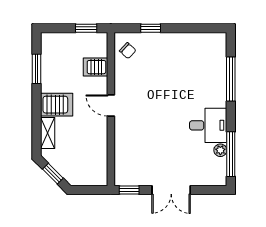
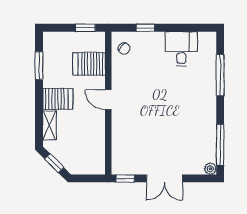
server rack: (95, 67) -> (89, 64), width x1.36, depth x1.44
desk: (208, 125) -> (181, 49), moved, turned -90
plant: (220, 150) -> (210, 169), moved

